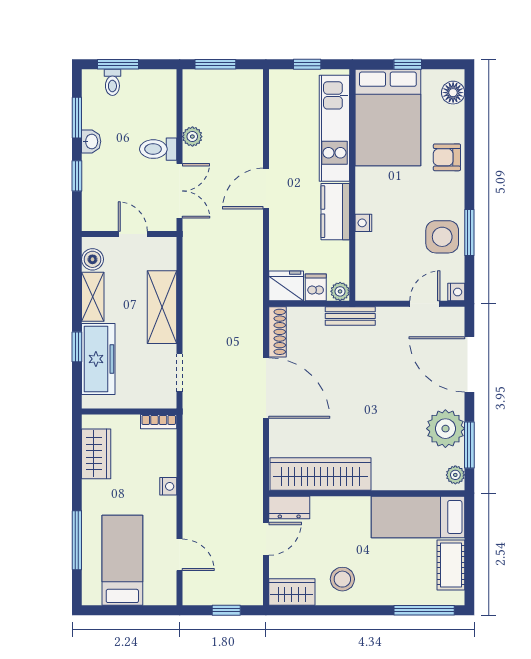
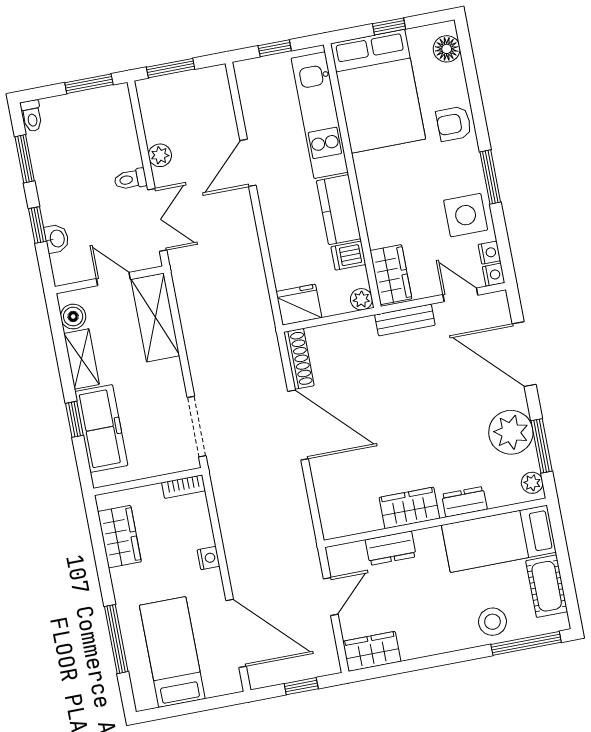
window: (118, 64) -> (89, 84), moved
toilet: (112, 82) -> (32, 116), moved
washbasin: (91, 141) -> (57, 239), moved
toilet: (158, 149) -> (130, 179), width x0.73, depth x0.72
door: (266, 189) -> (248, 163), moved
nightstand: (363, 223) -> (489, 253), moved, turned 180
window: (469, 232) -> (490, 177), moved
wardrobe: (369, 275) -> (391, 275), added
dishwasher: (316, 287) -> (348, 256), moved, turned -90
door: (425, 304) -> (460, 295), hinge flipped
shelving: (162, 307) -> (155, 317), moved
bench: (350, 316) -> (405, 320), moved
doorway: (180, 373) -> (197, 427), width x1.38
wardrobe: (321, 474) -> (409, 508), width x0.48, depth x0.85
dresser: (395, 480) -> (464, 502), added
dresser: (289, 508) -> (391, 548), moved
door: (180, 555) -> (236, 633), width x1.88
stool: (342, 579) -> (492, 622), moved

